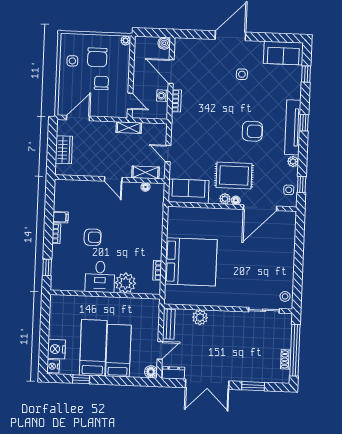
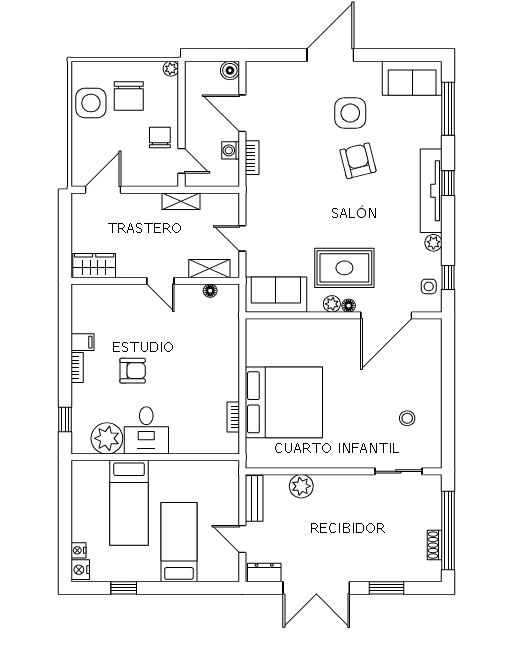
side table: (72, 61) -> (91, 103), width x1.87, depth x1.87
side table: (242, 74) -> (350, 113), width x1.87, depth x1.87
window: (306, 74) -> (448, 109), width x2.17
chair: (101, 83) -> (160, 138), moved
armchair: (252, 131) -> (358, 161), moved, turned -104
wardrobe: (64, 150) -> (94, 266), moved, turned -90
plant: (126, 283) -> (107, 438), moved
stool: (285, 296) -> (407, 418), moved
bed: (93, 348) -> (129, 503), moved, turned 180
nightstand: (56, 349) -> (78, 550), width x0.53, depth x0.56
door: (160, 350) -> (242, 539), swing flipped
floor lamp: (151, 372) -> (230, 572), removed

